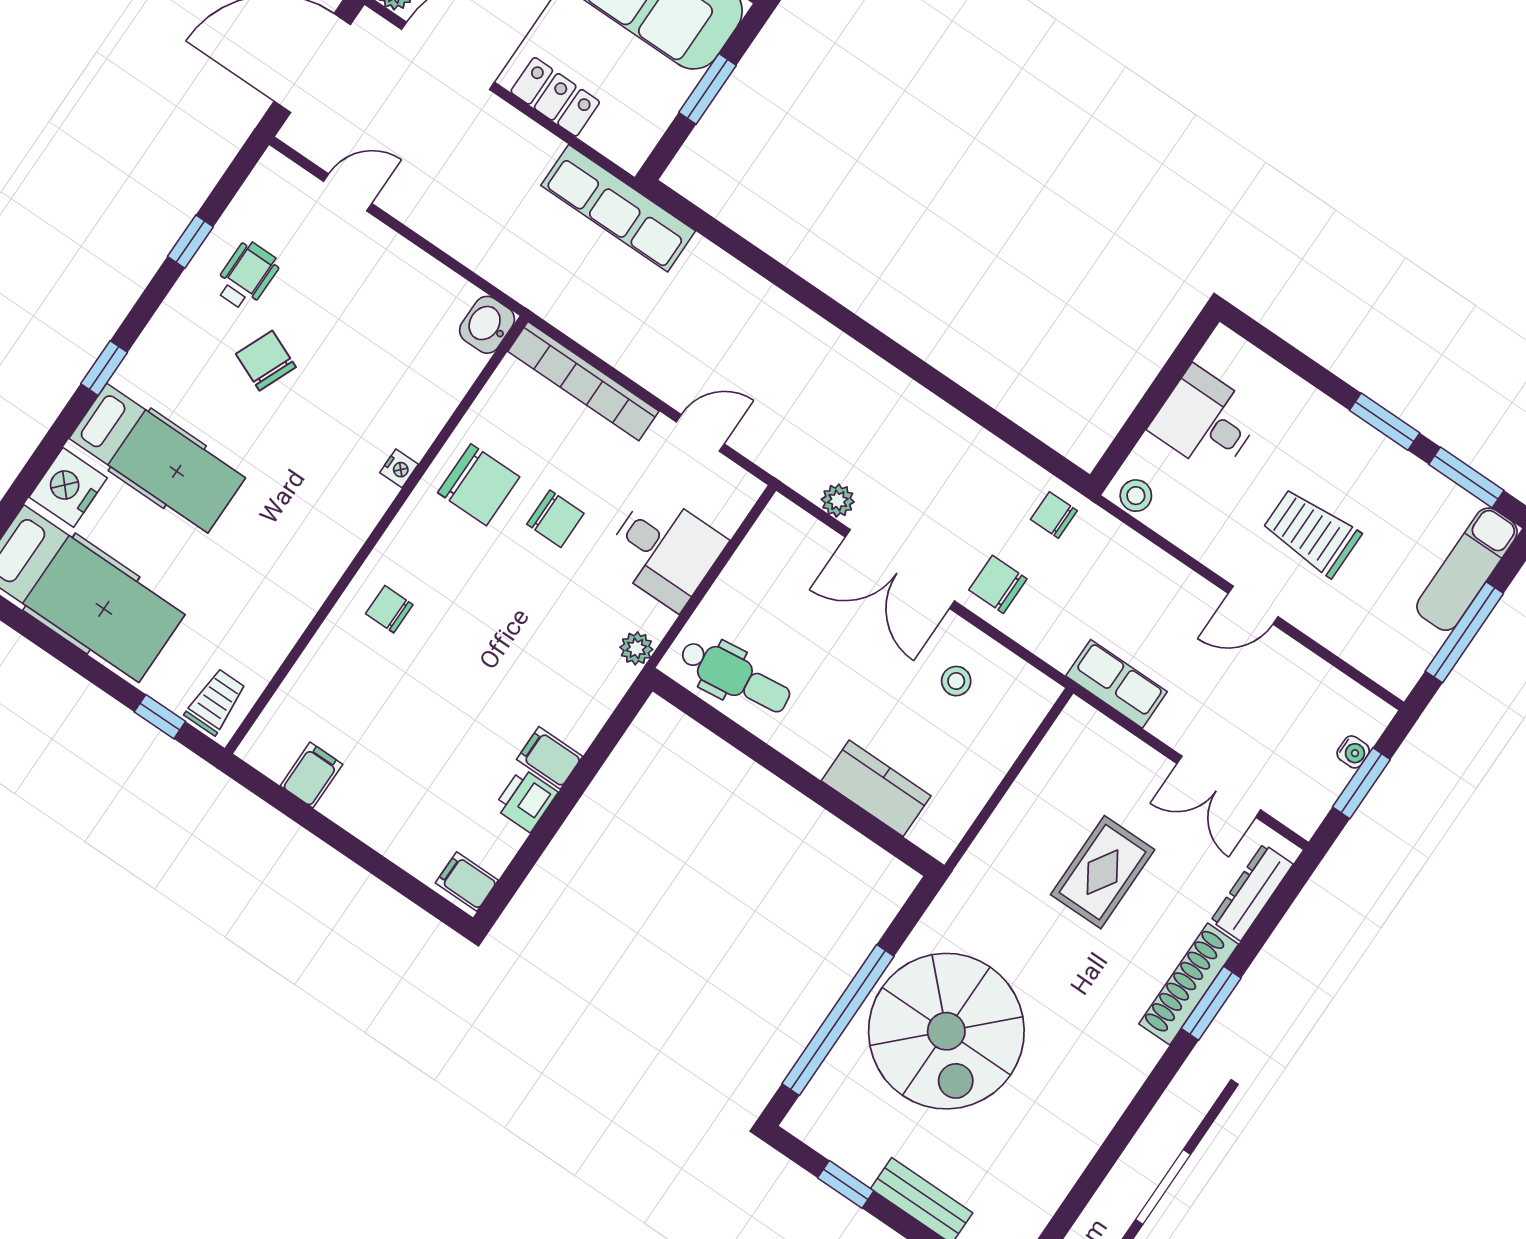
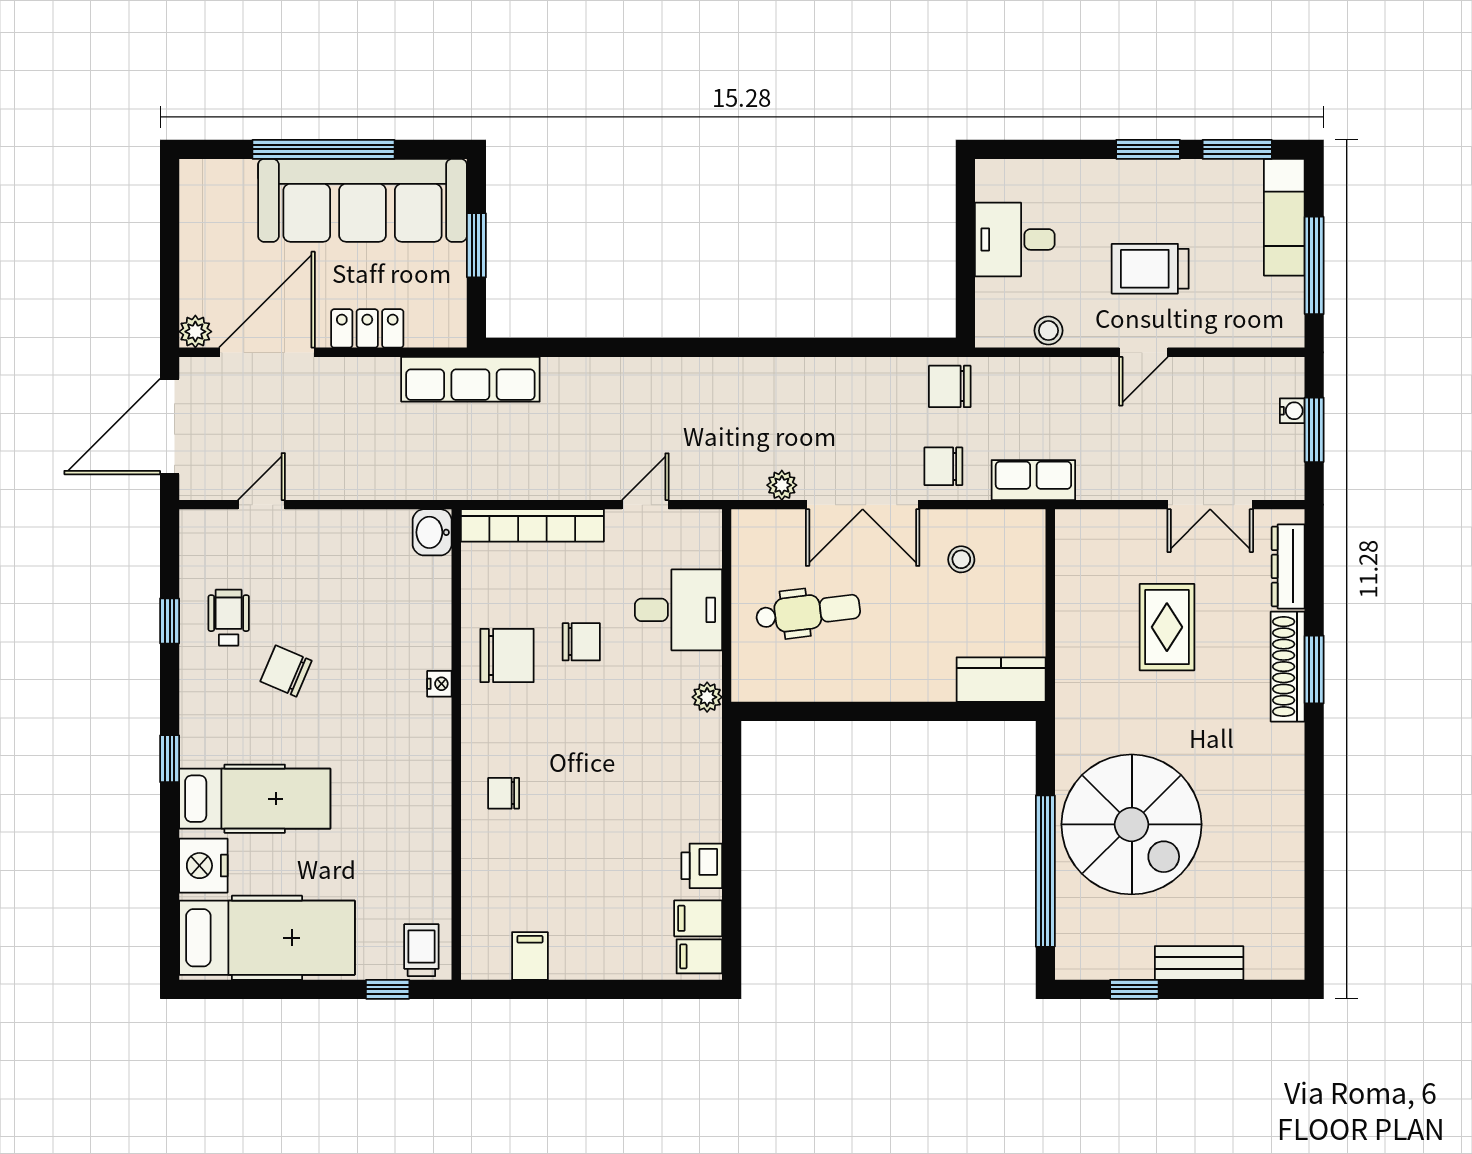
stool: (1136, 496) -> (1048, 331), moved
chair: (1054, 515) -> (950, 386), width x1.37, depth x1.37
dental chair: (735, 676) -> (808, 612), moved
row of seats: (1117, 684) -> (1033, 480), moved
filing cabinet: (550, 758) -> (698, 918), moved
kitchen counter: (876, 788) -> (1001, 680), moved

